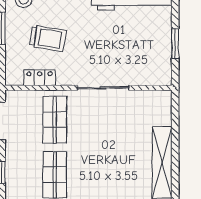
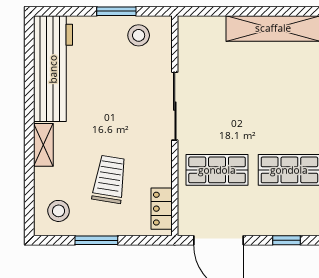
stool: (157, 60) -> (139, 35), added
locker: (40, 78) -> (162, 209), moved

